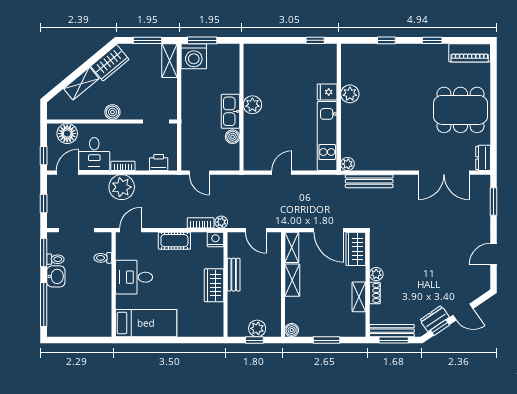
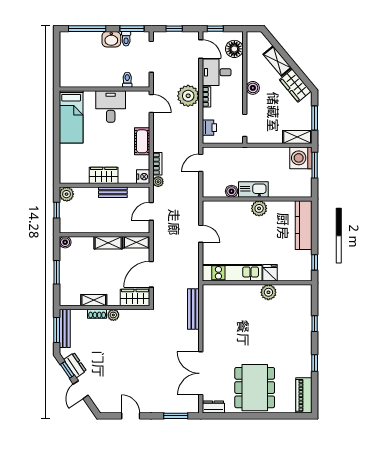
kitchen counter: (272, 53) -> (304, 225), added
plant: (348, 164) -> (208, 290), removed
plant: (257, 328) -> (67, 194), moved

